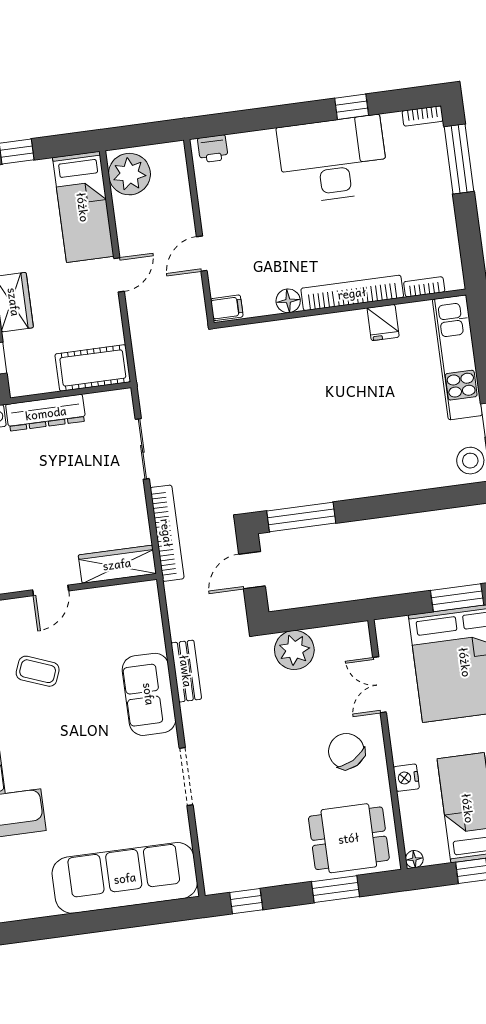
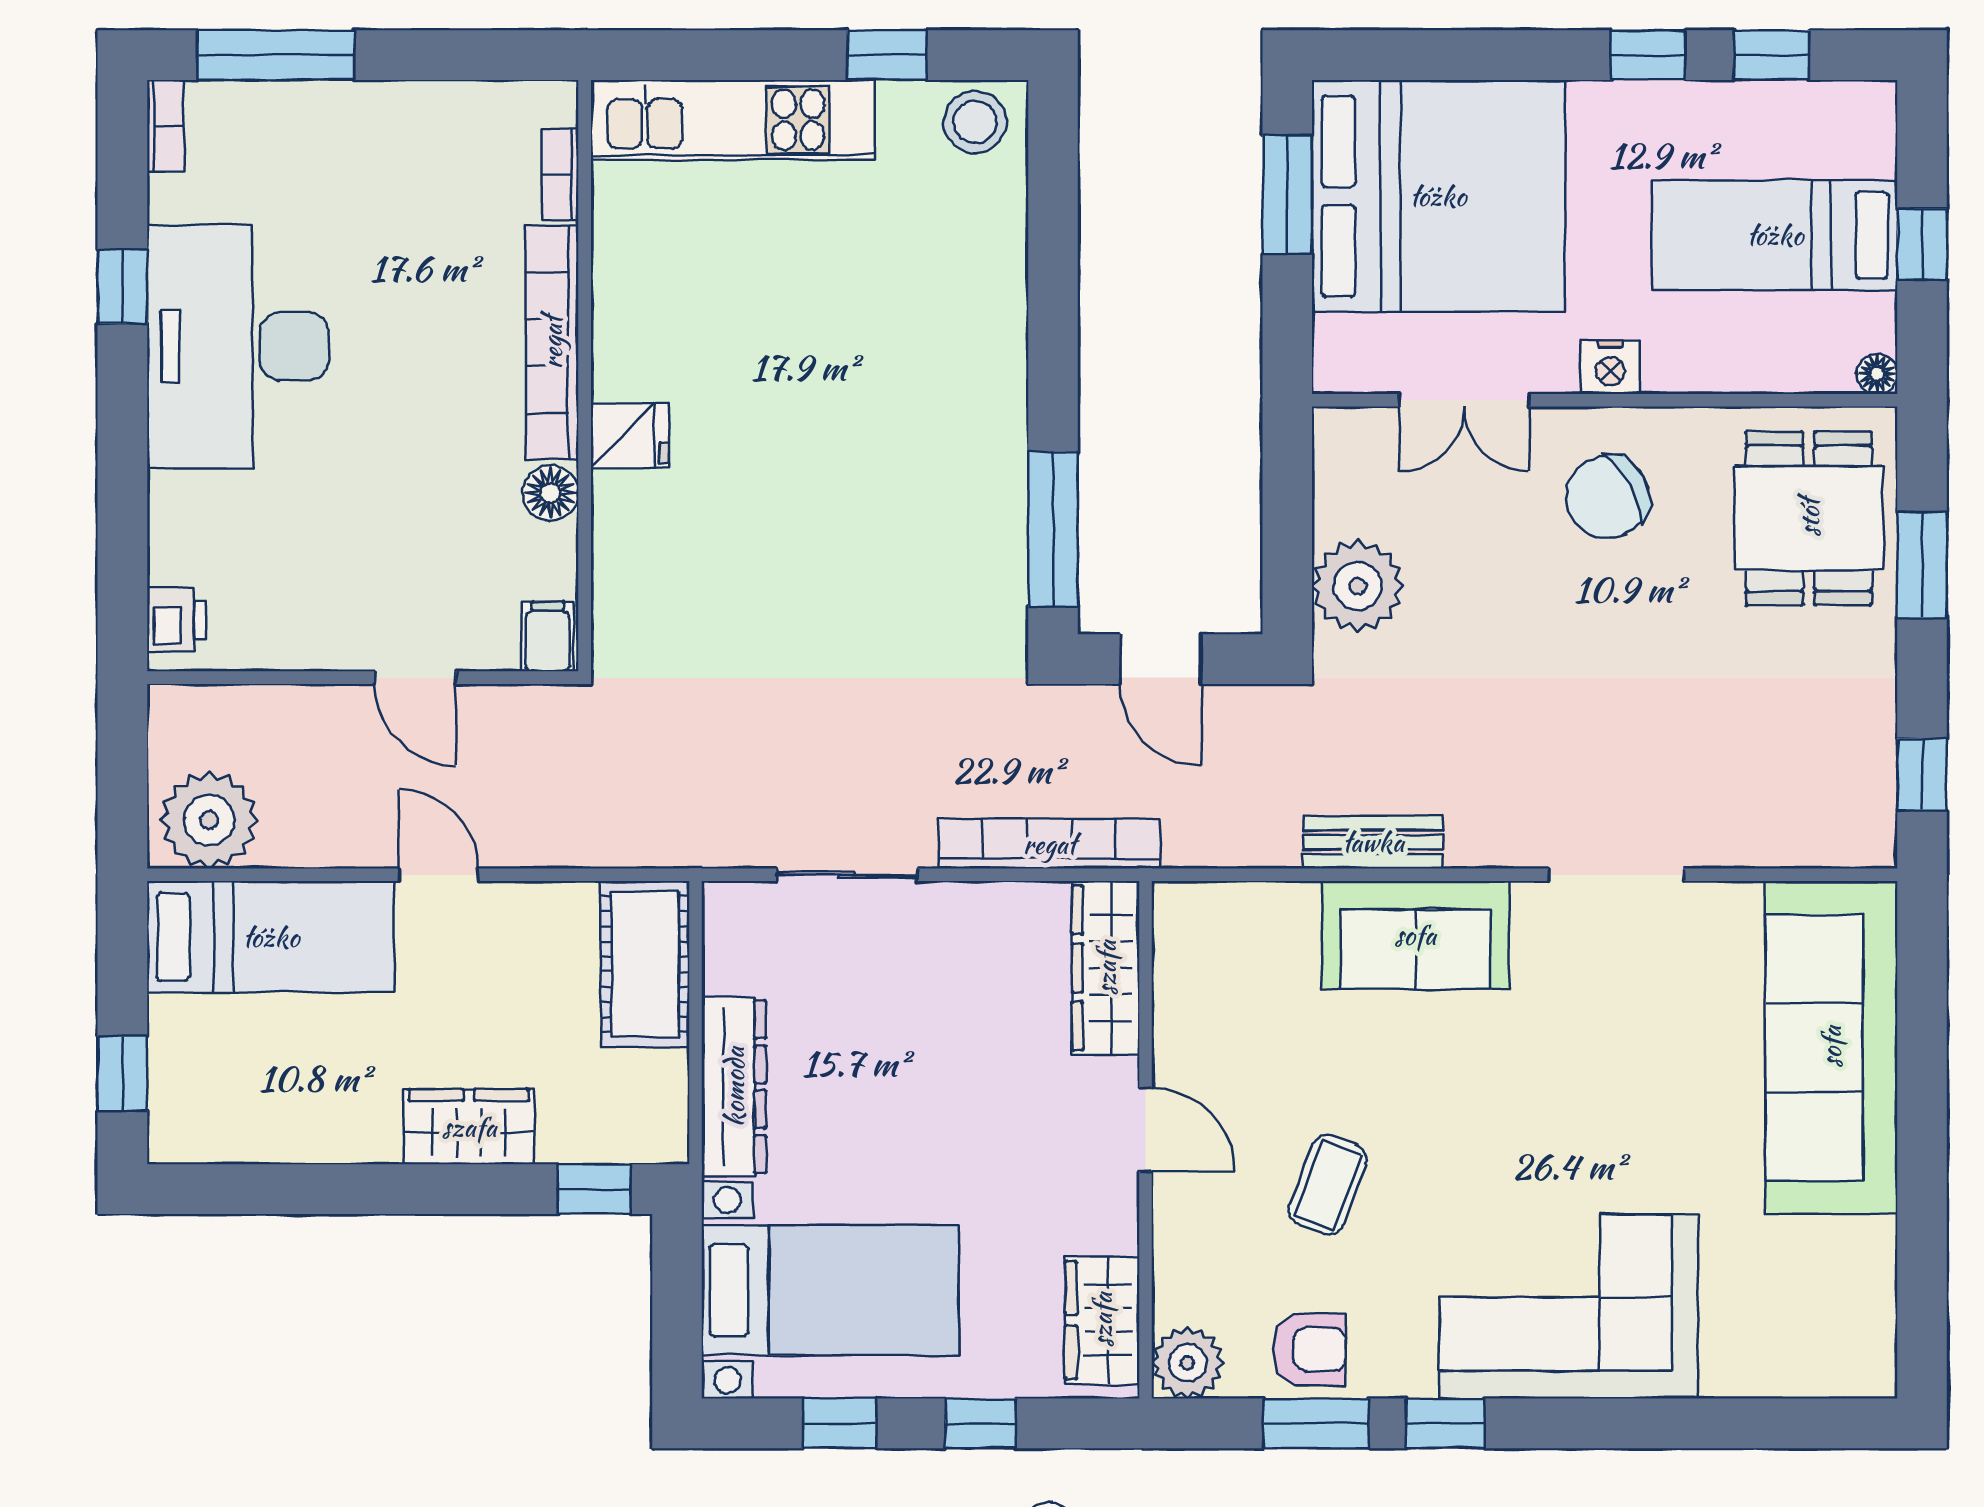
fridge: (383, 323) -> (630, 436), moved
nightstand: (406, 778) -> (1610, 367), moved

